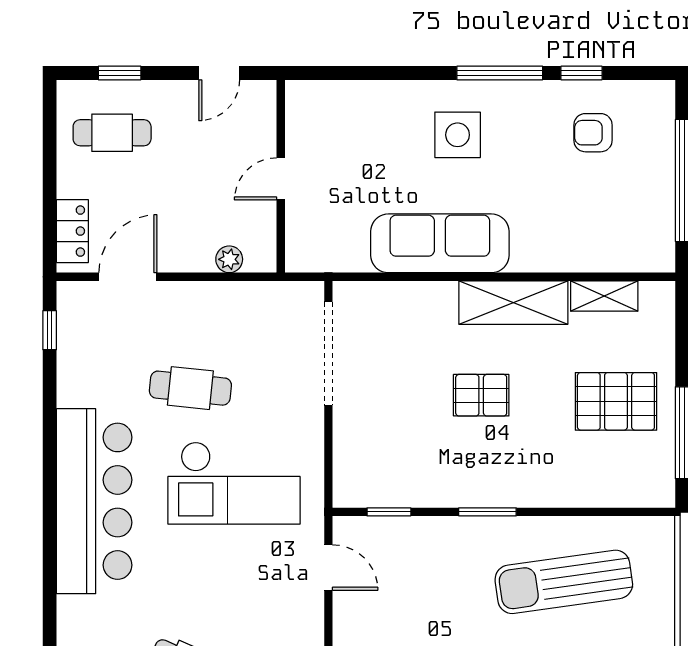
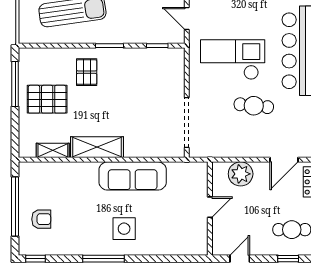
window: (582, 73) -> (35, 259), moved
armchair: (593, 133) -> (41, 219), moved
plant: (229, 259) -> (241, 174), width x1.87, depth x1.87
pallet: (481, 395) -> (87, 72), moved, turned 90

